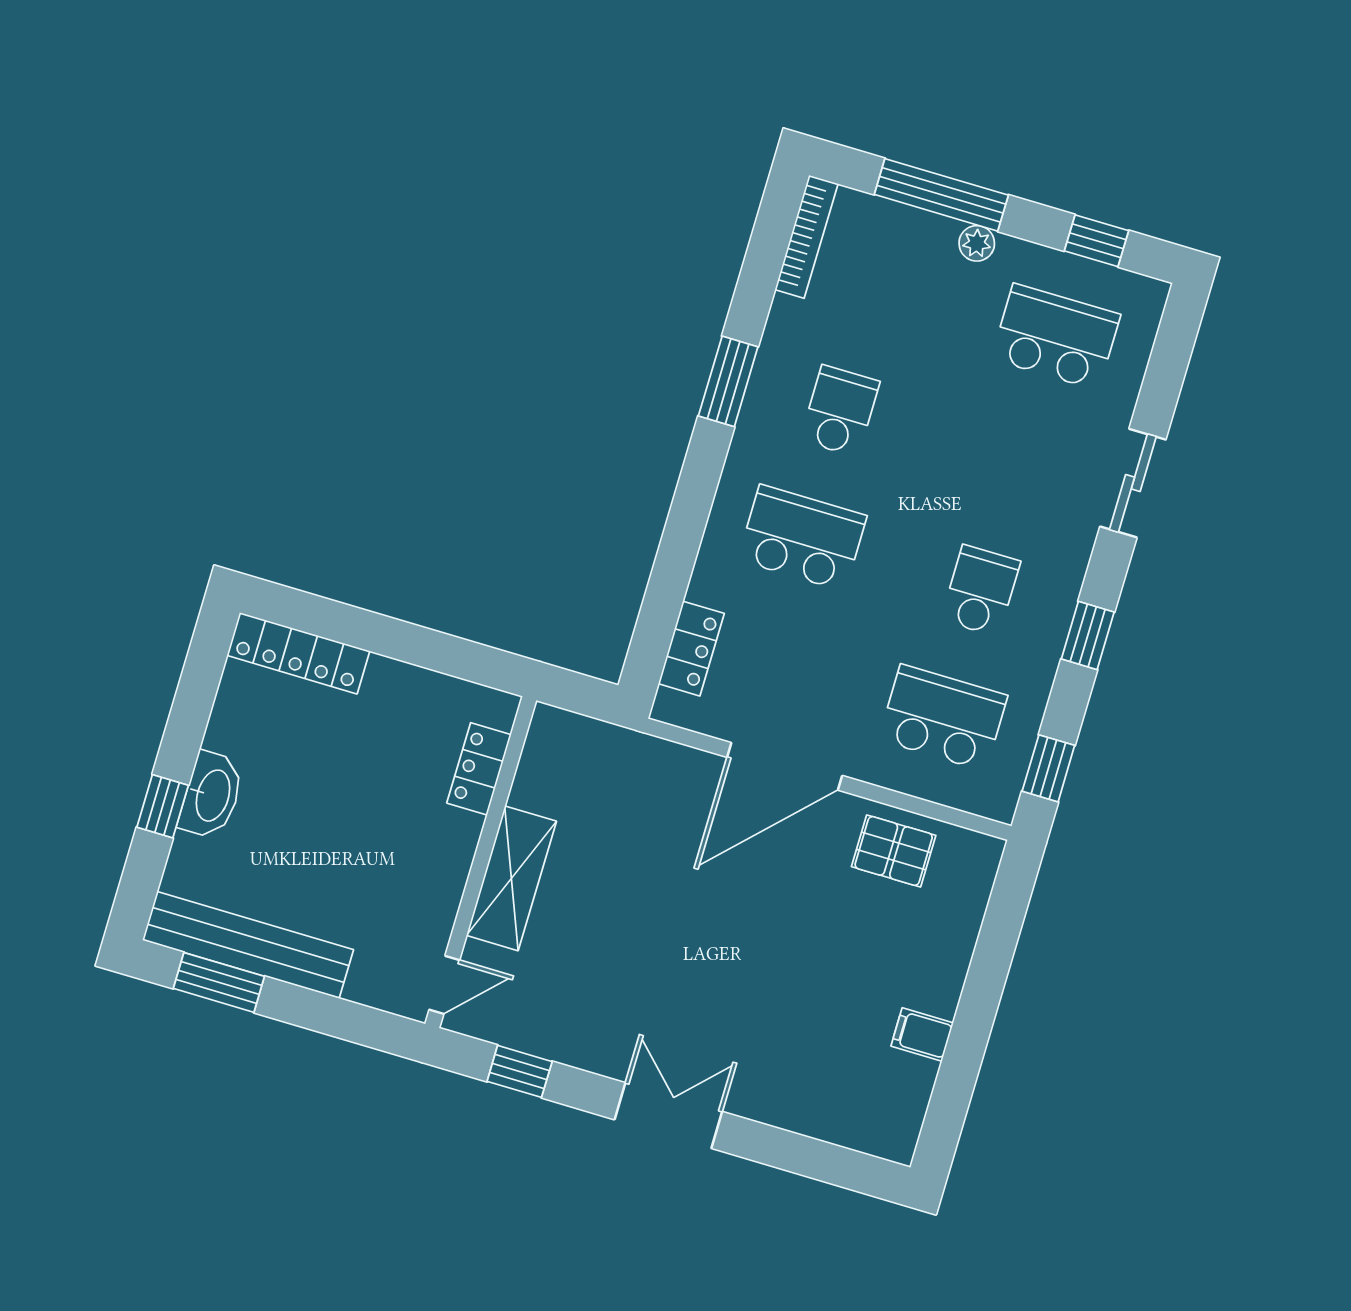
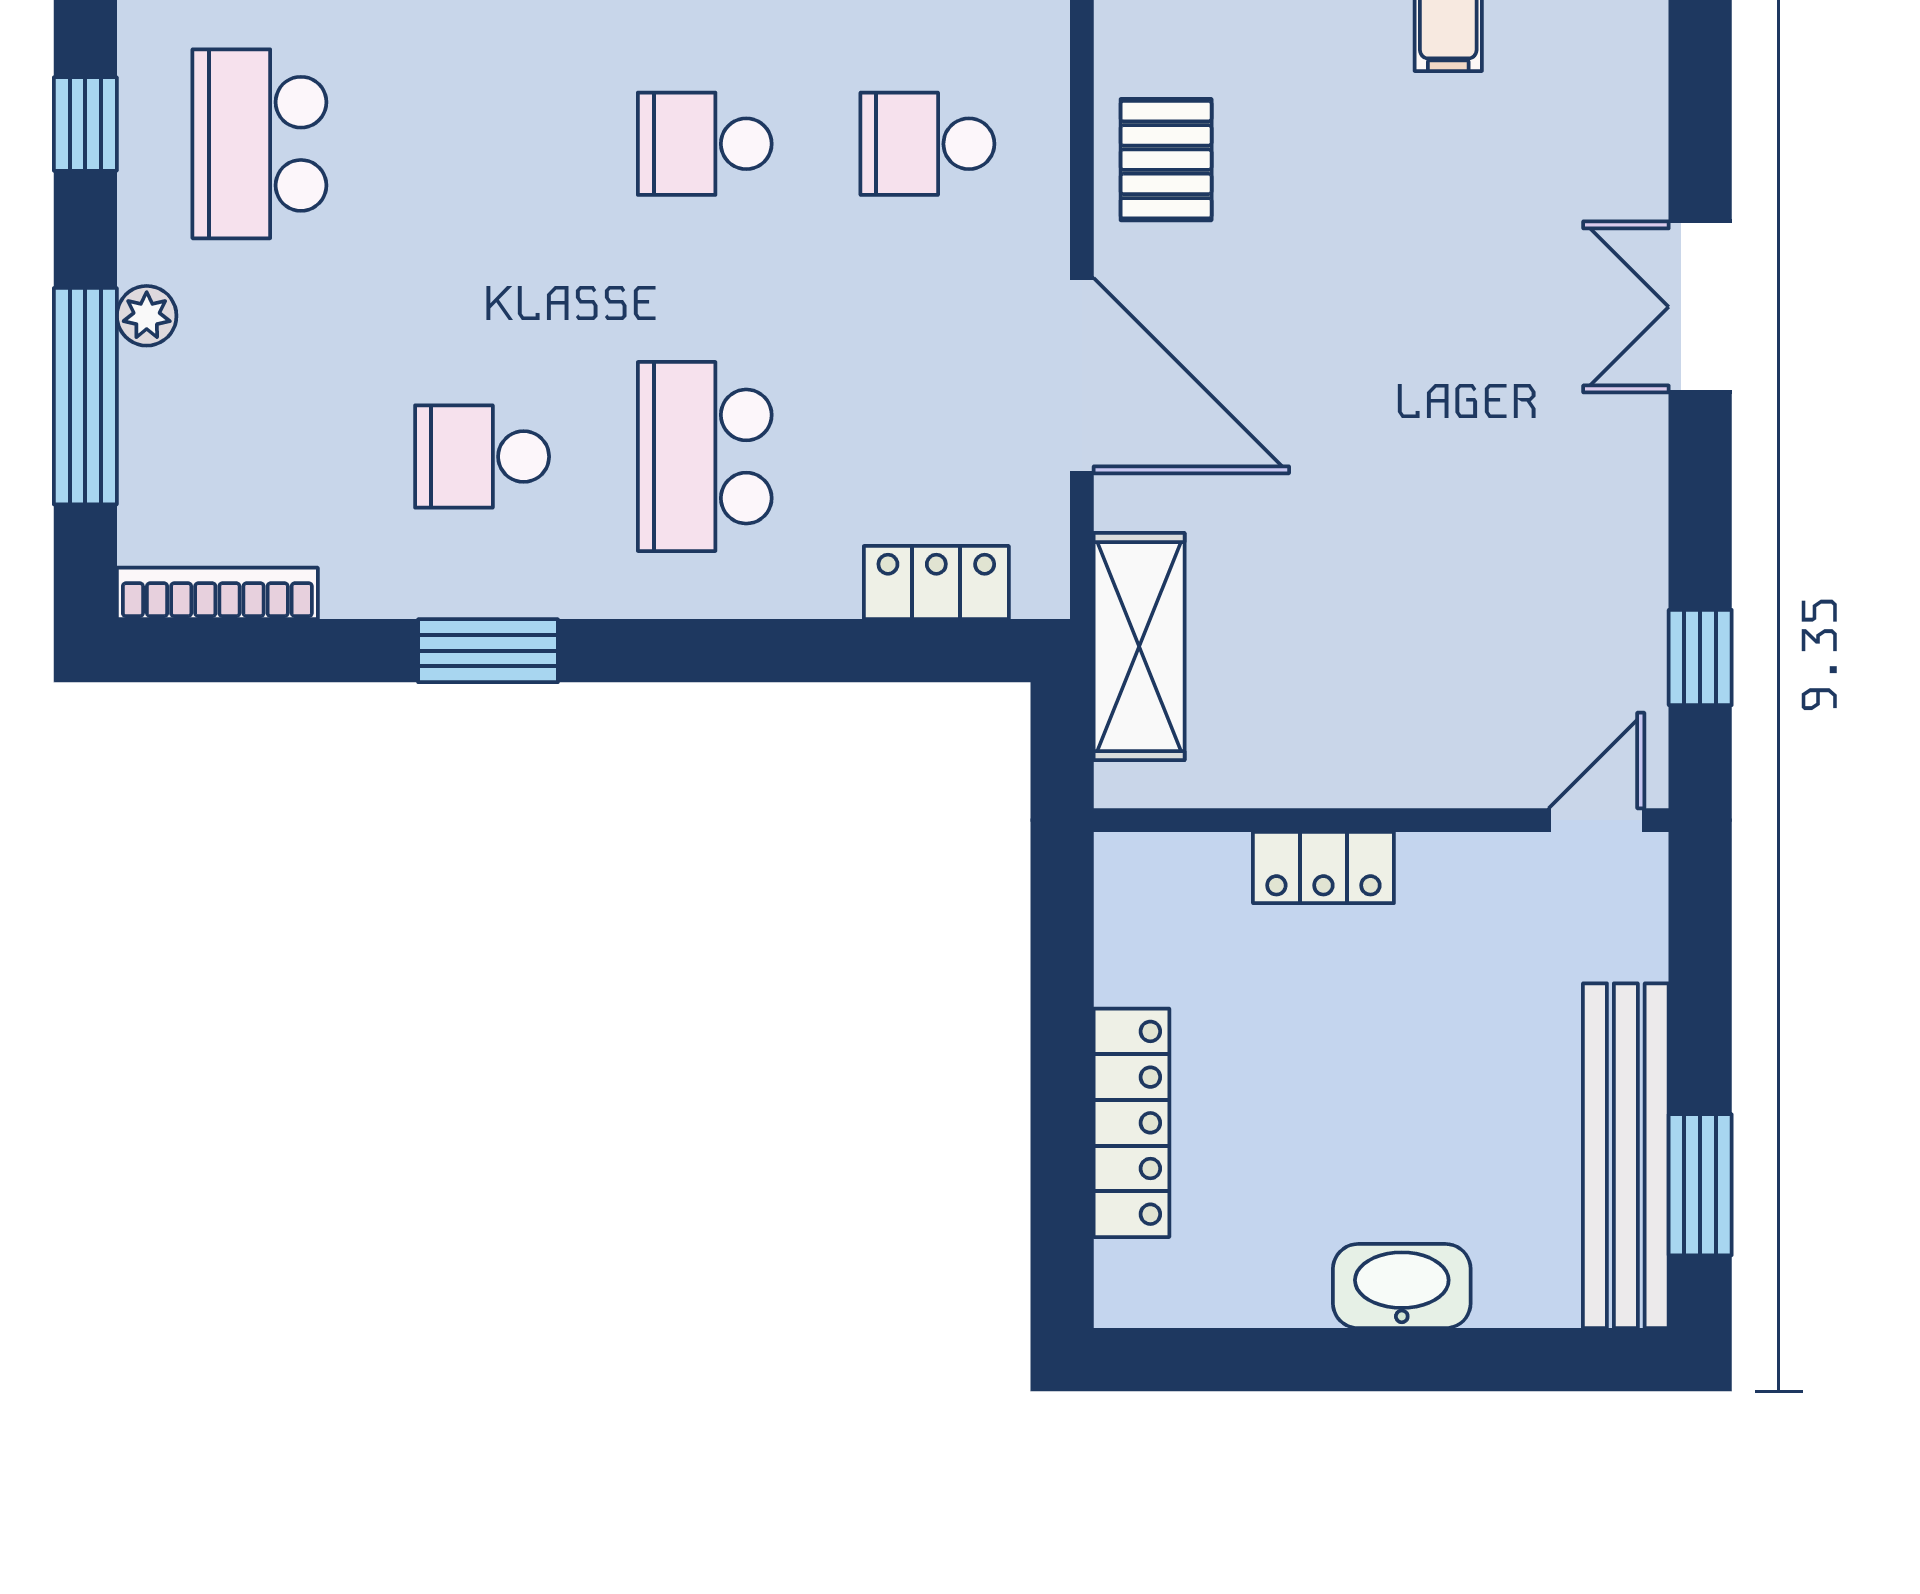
locker: (298, 653) -> (1131, 1123), moved
school desk: (943, 718) -> (927, 144), width x0.54
locker: (479, 769) -> (1323, 868), moved
window: (163, 806) -> (1443, 1360), removed
shelving: (511, 878) -> (1139, 647), moved, turned 90
door: (444, 985) -> (1597, 820), hinge flipped
double door: (668, 1116) -> (1700, 307), moved

